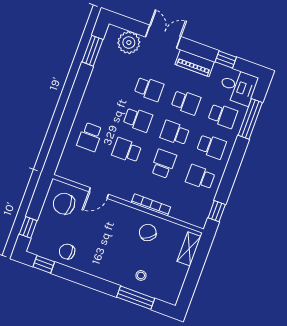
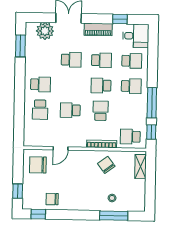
window: (250, 119) -> (152, 103), moved
school desk: (138, 120) -> (41, 84), moved
school desk: (200, 177) -> (130, 137), moved

